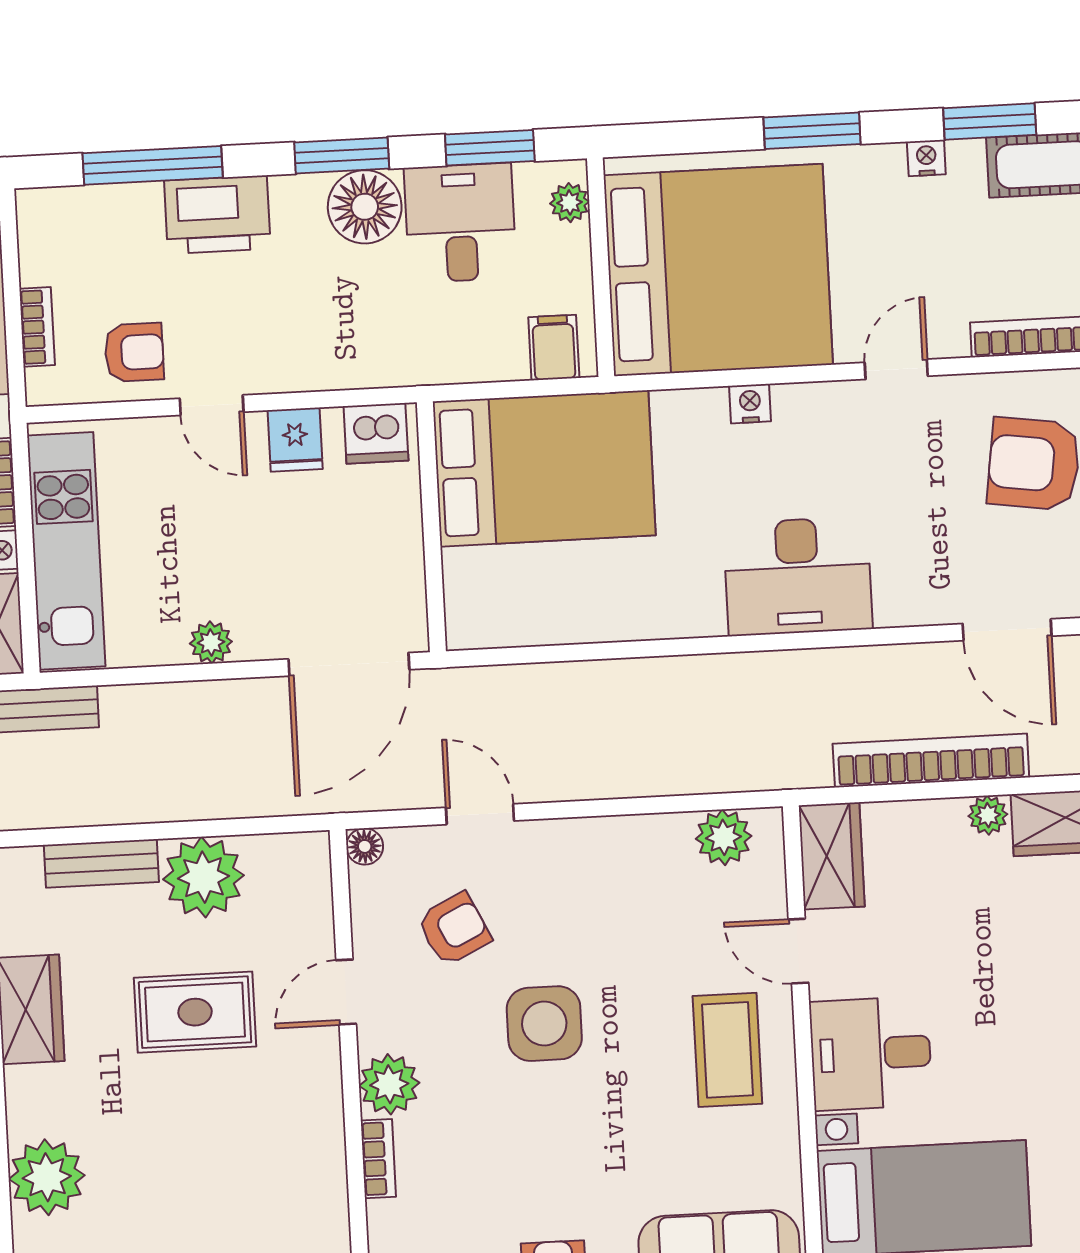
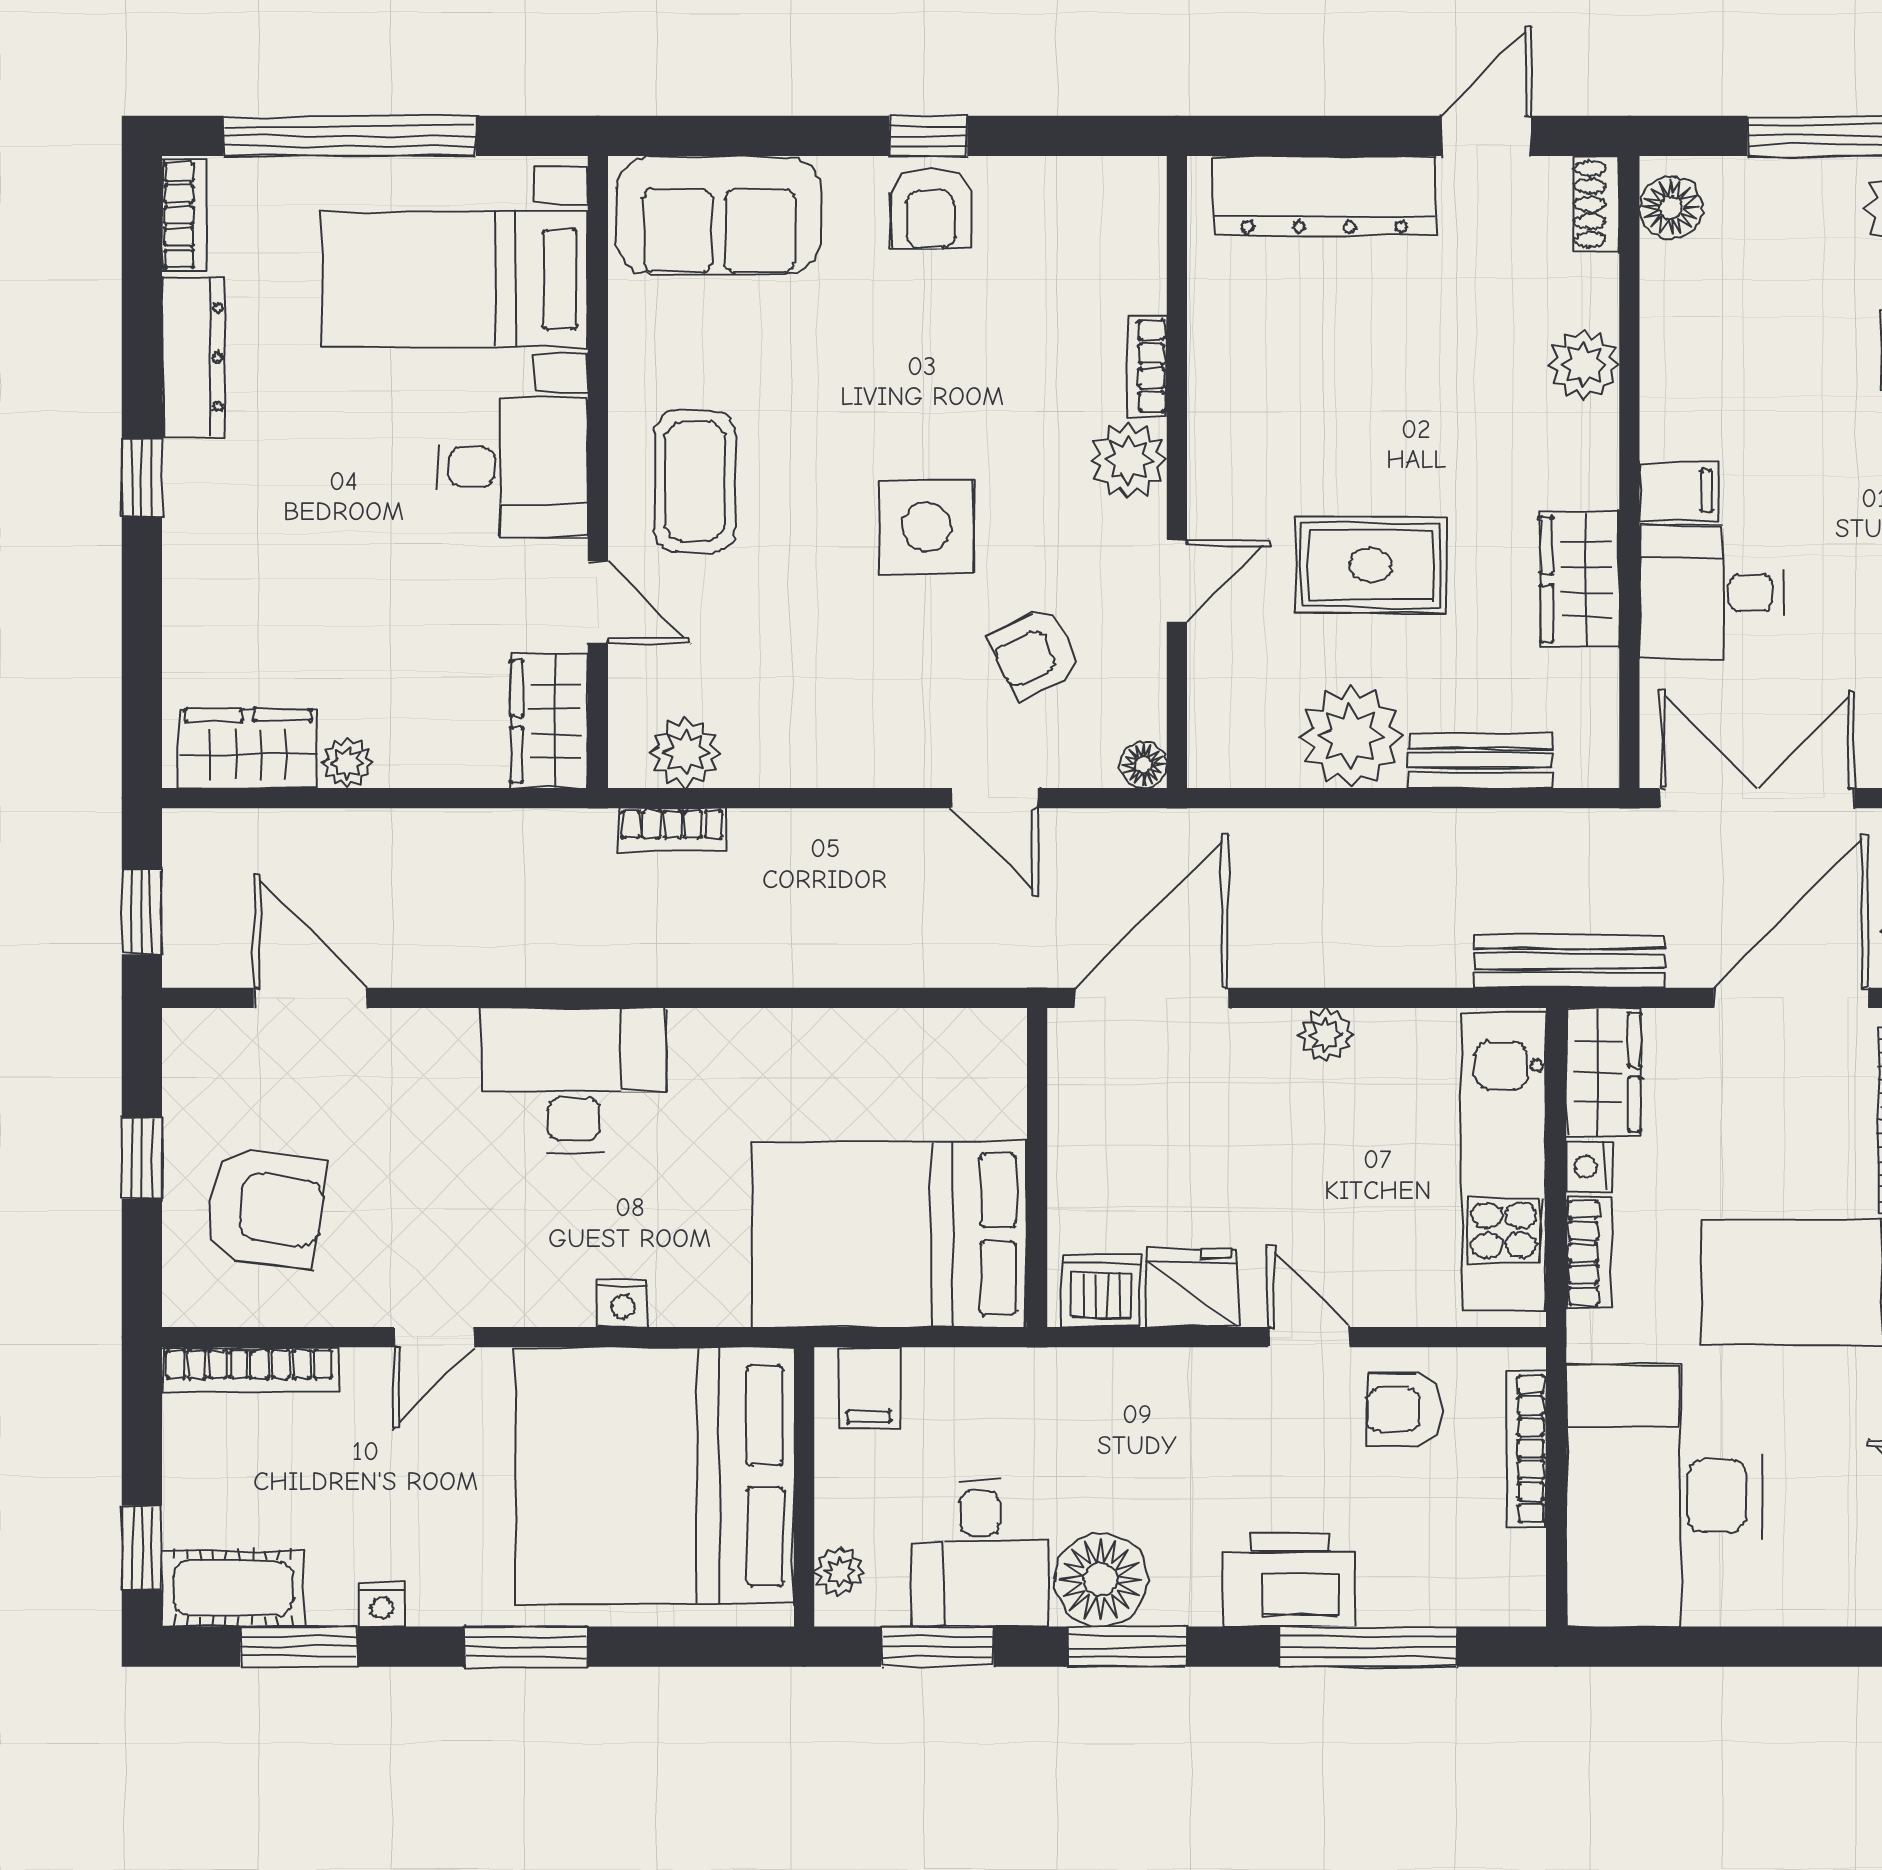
bookcase: (37, 327) -> (1526, 1449), width x1.56
fridge: (295, 440) -> (1192, 1288), width x1.38
bookcase: (931, 761) -> (672, 830), moved, width x0.43, depth x0.76
plant: (47, 1177) -> (1584, 365), width x0.73, depth x0.73

